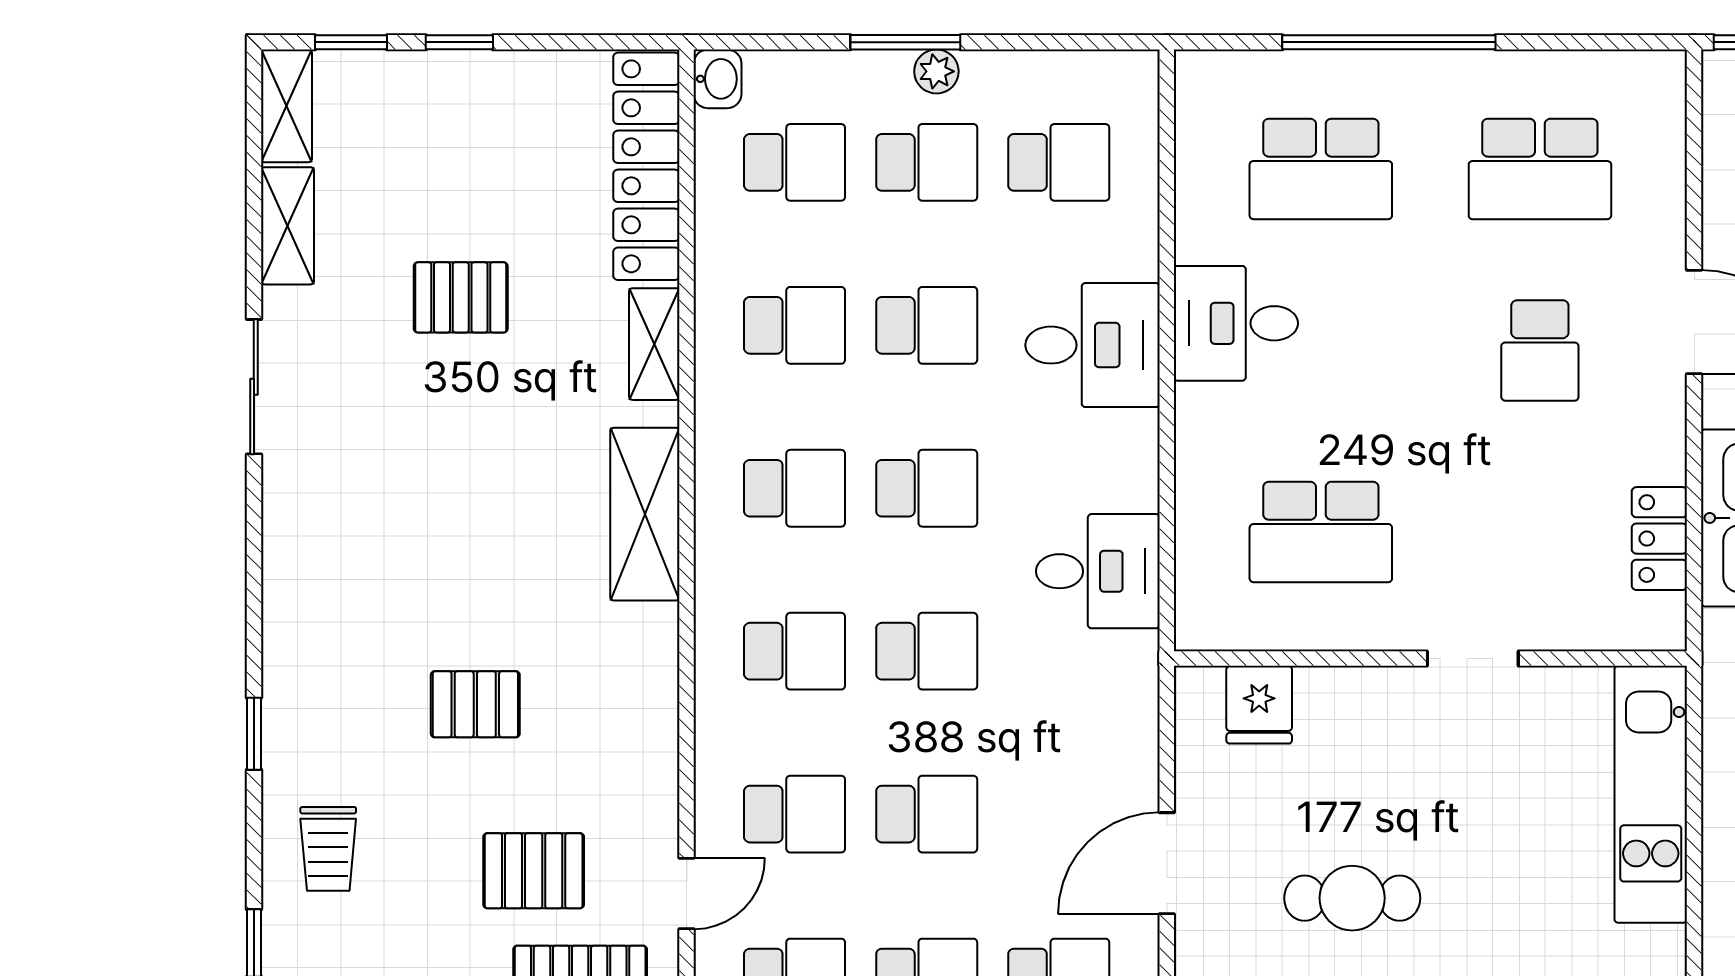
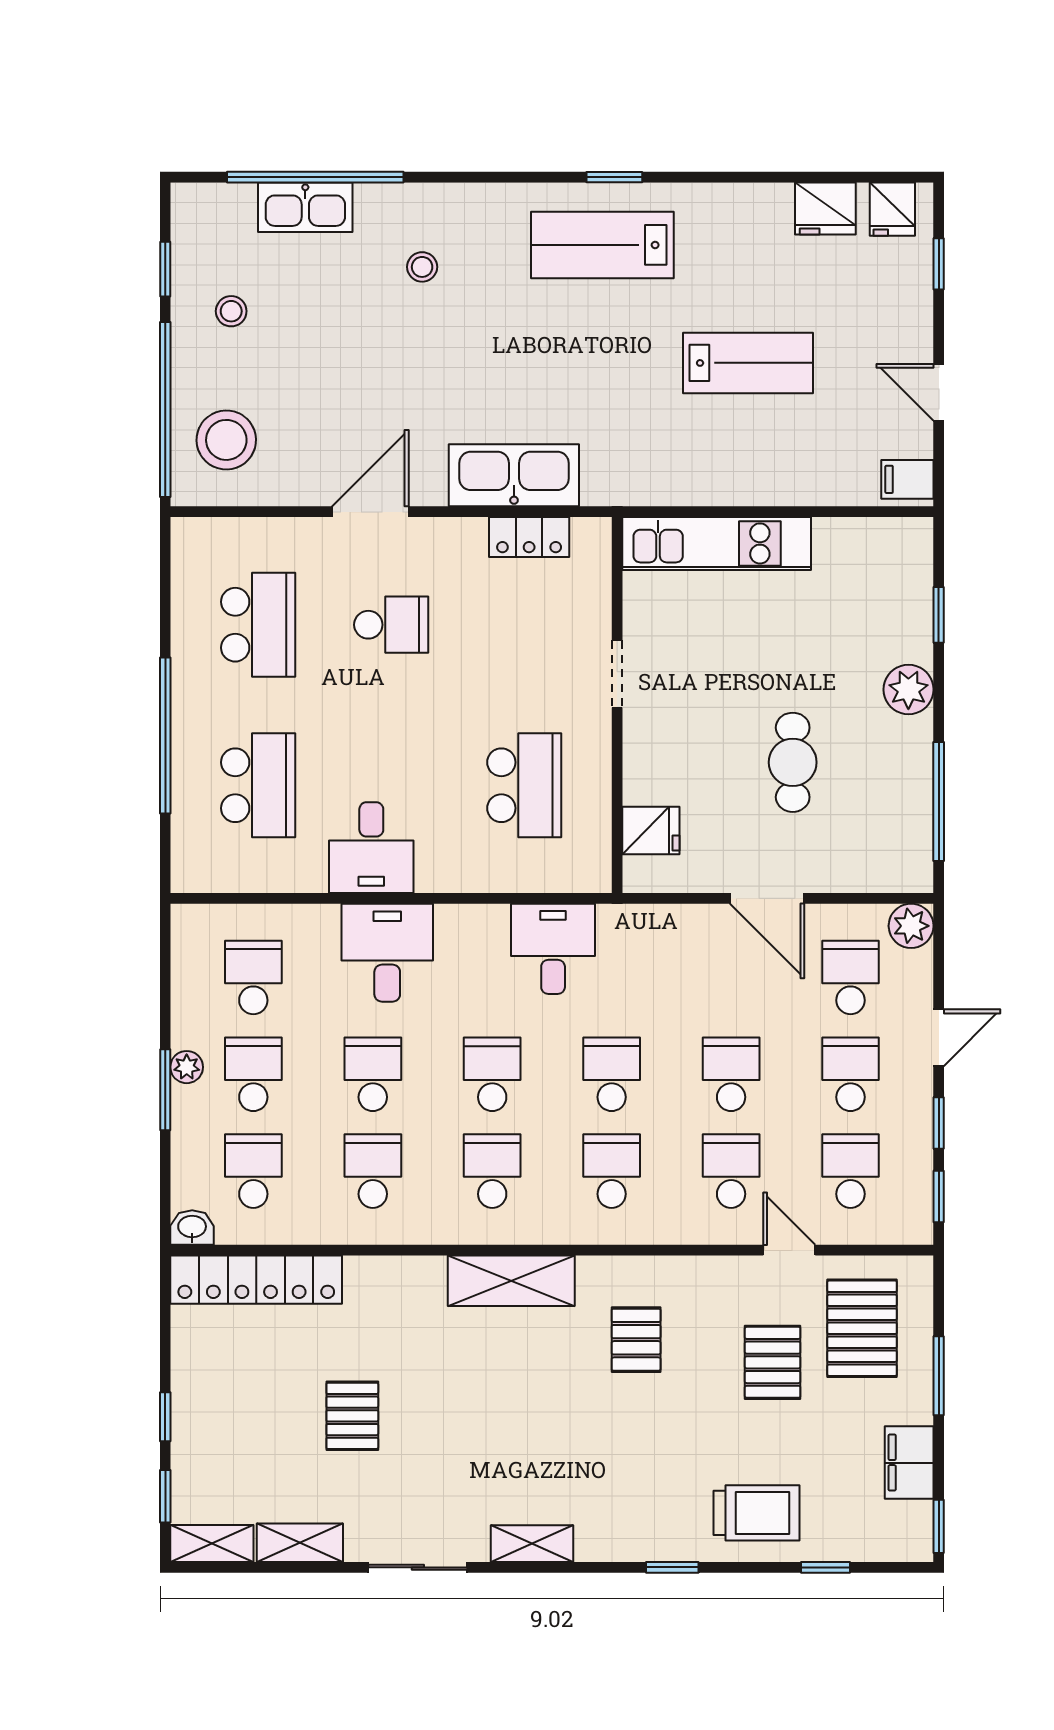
shelving: (654, 344) -> (532, 1544), moved
pallet: (475, 704) -> (636, 1340), moved
trolley: (328, 849) -> (757, 1513), width x1.36, depth x1.39

